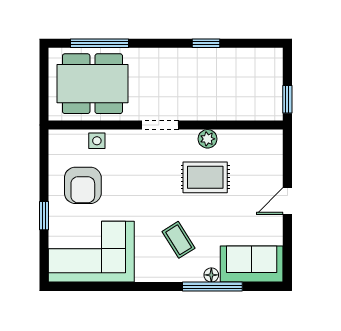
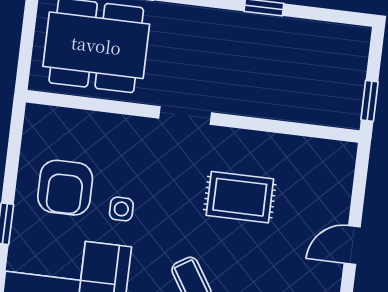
plant: (208, 139) -> (250, 143), removed
side table: (97, 141) -> (121, 209), moved

